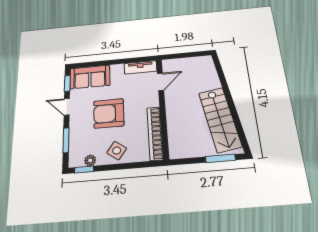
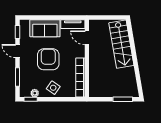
sofa: (90, 77) -> (45, 28), moved
door: (160, 82) -> (87, 38), swing flipped
armchair: (109, 113) -> (48, 59), turned 90
stairs: (220, 119) -> (121, 44), moved

